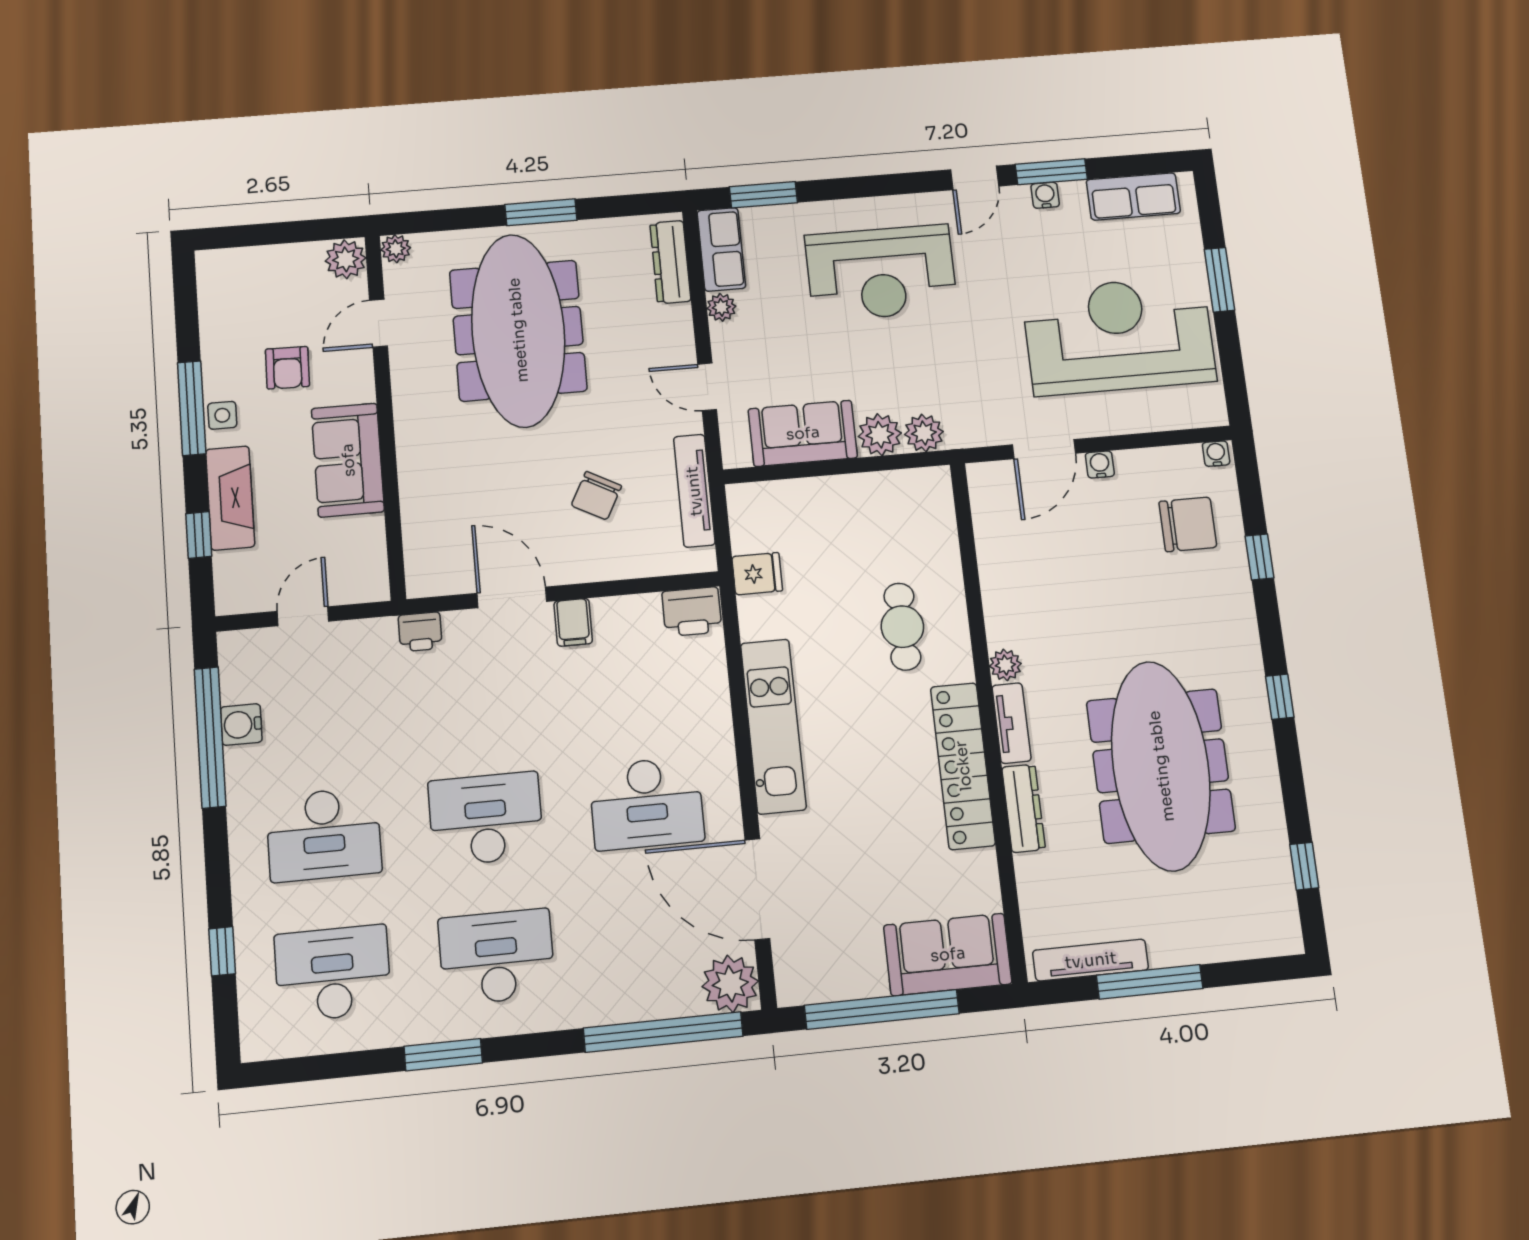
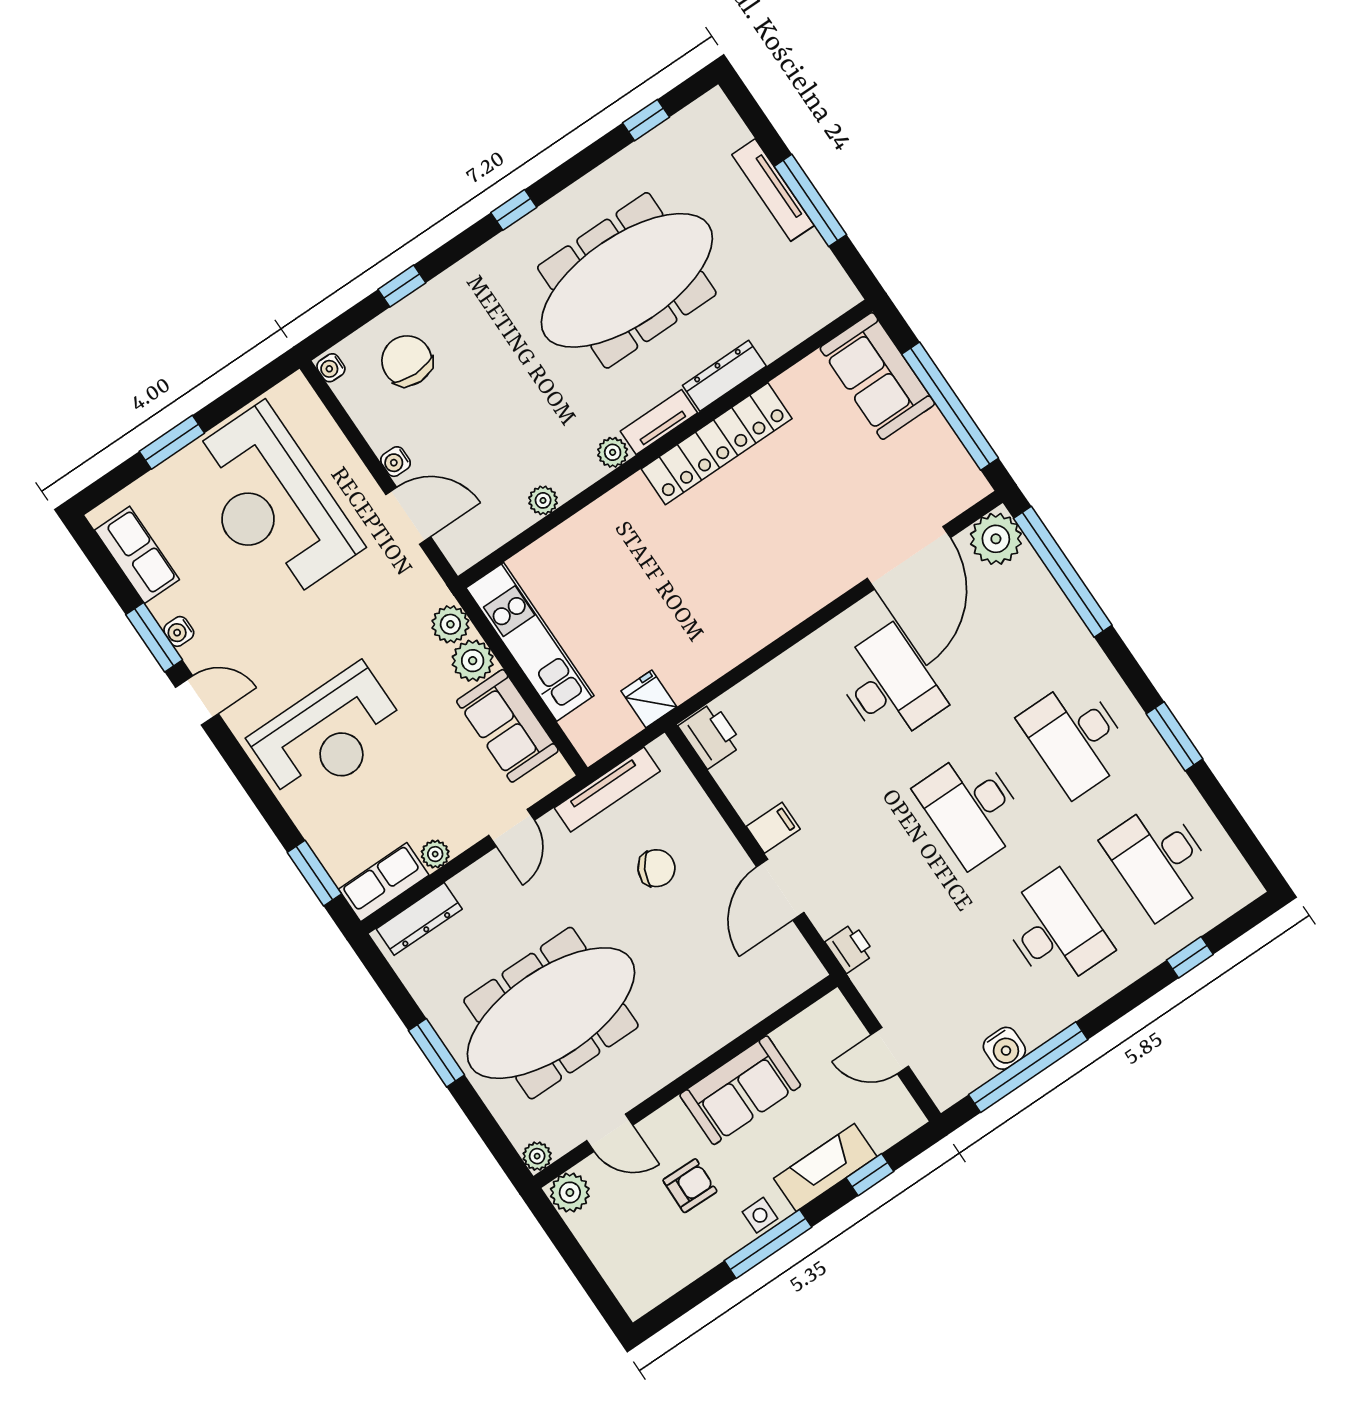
reception desk: (881, 273) -> (328, 735), turned 90
plant: (994, 577) -> (543, 500), added
cafe table: (902, 627) -> (627, 555), removed
kitchen unit: (773, 726) -> (530, 642), moved, turned 90
tv unit: (1091, 960) -> (773, 190), moved

